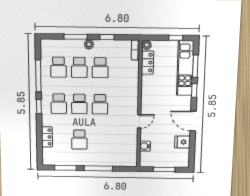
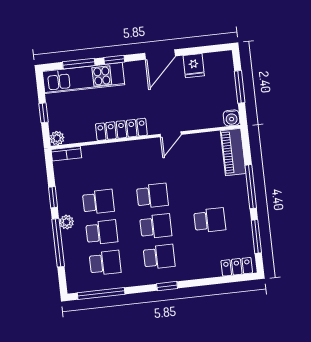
window: (76, 37) -> (58, 243), width x1.44
window: (176, 38) -> (44, 113), moved
locker: (147, 63) -> (121, 129), moved, width x1.53
window: (38, 76) -> (101, 294), moved
door: (139, 121) -> (171, 134), swing flipped
locker: (47, 137) -> (237, 267), moved
water cooler: (145, 146) -> (231, 118), moved
piano: (122, 160) -> (233, 152), added

